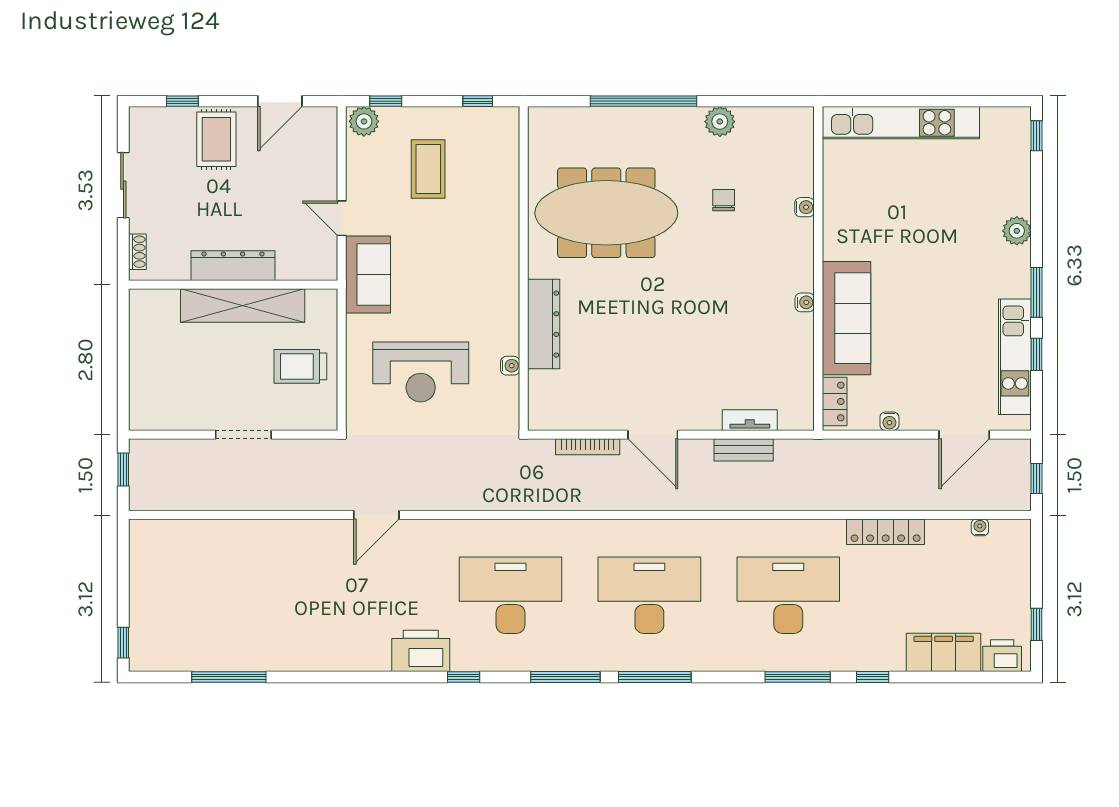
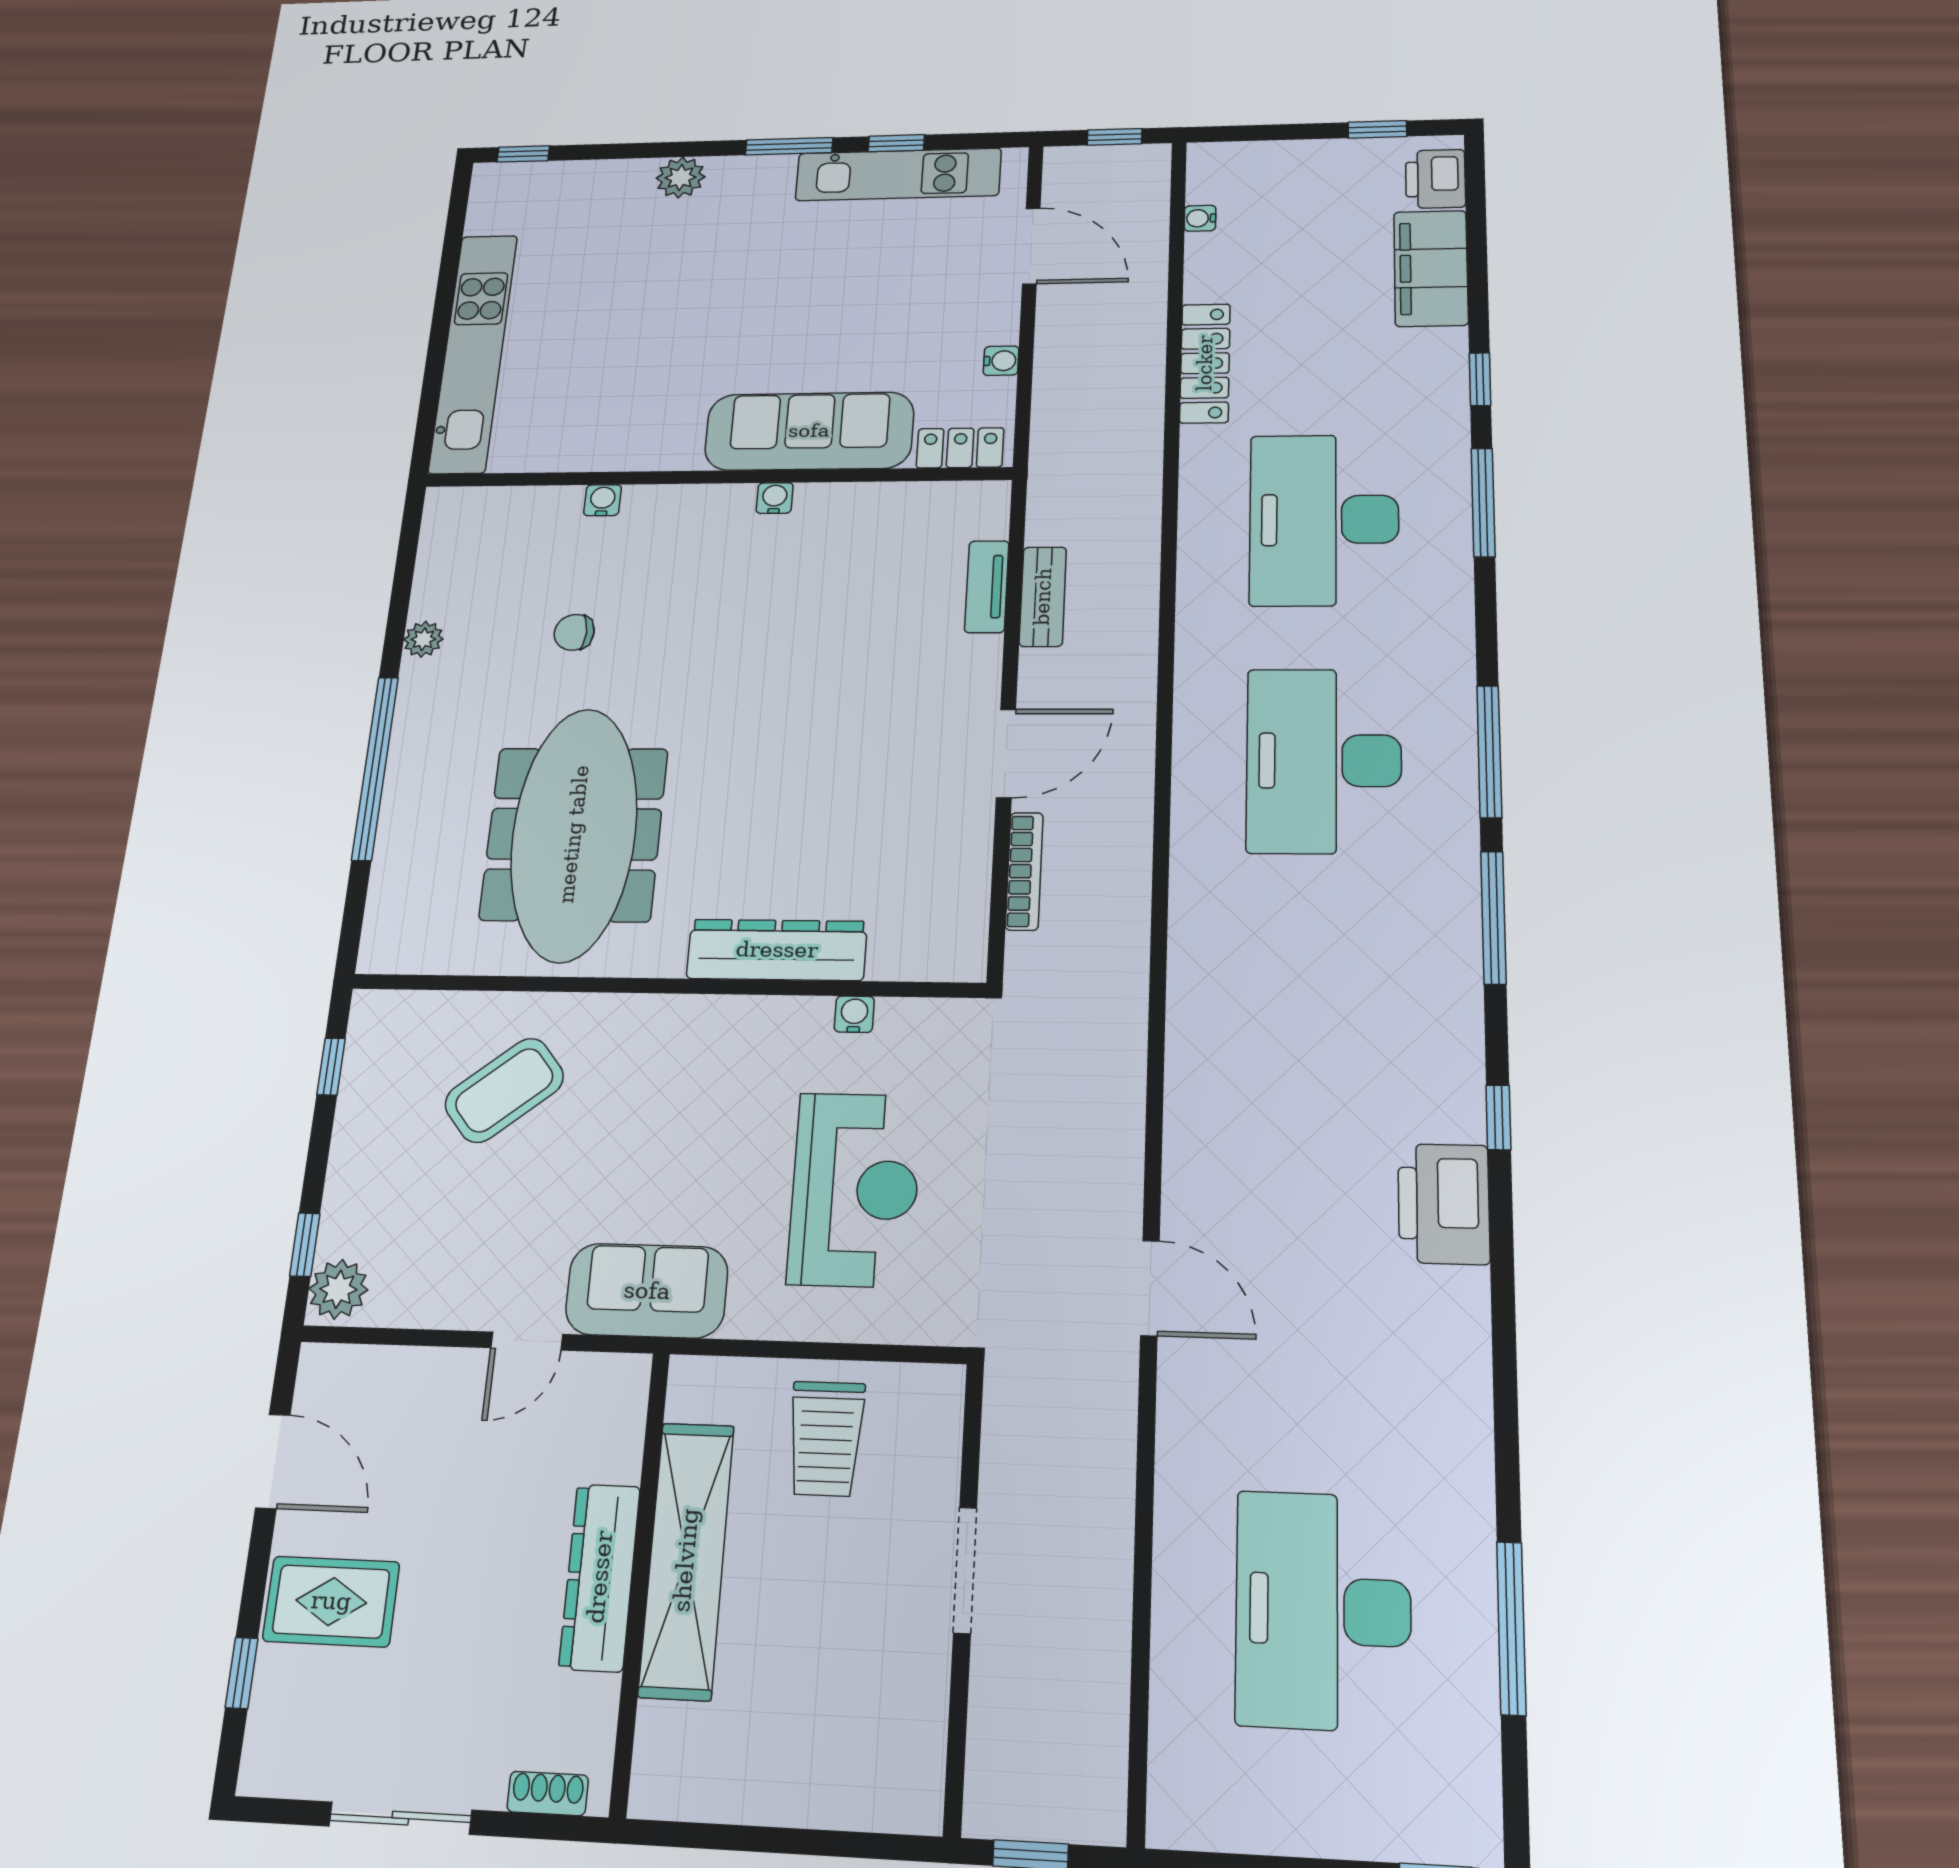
plant: (720, 122) -> (423, 639), width x0.73, depth x0.73
coffee table: (428, 169) -> (504, 1090), moved, turned -39
desk: (510, 595) -> (1323, 1610), moved

